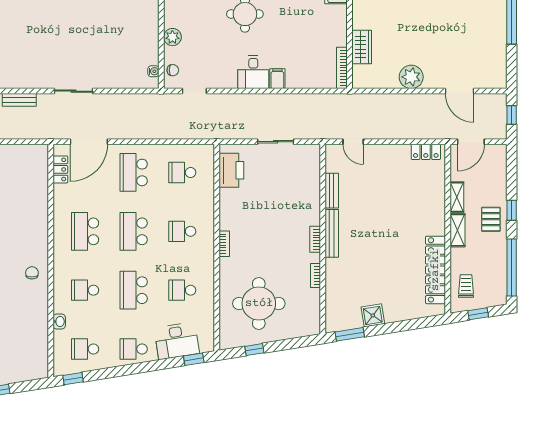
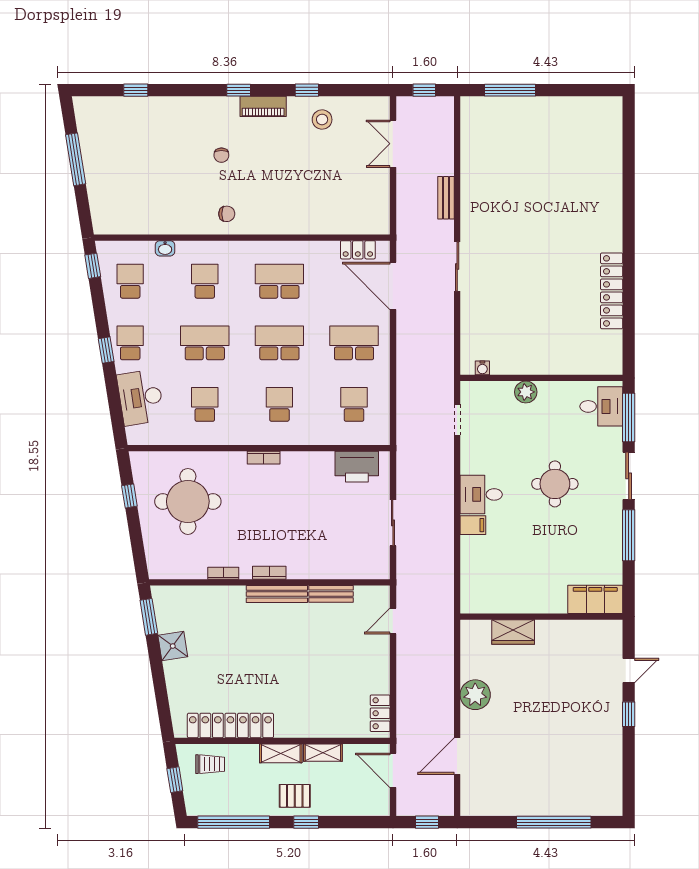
bookcase: (342, 68) -> (487, 607), removed
chair: (173, 70) -> (484, 392), removed
window: (194, 359) -> (106, 350), moved

